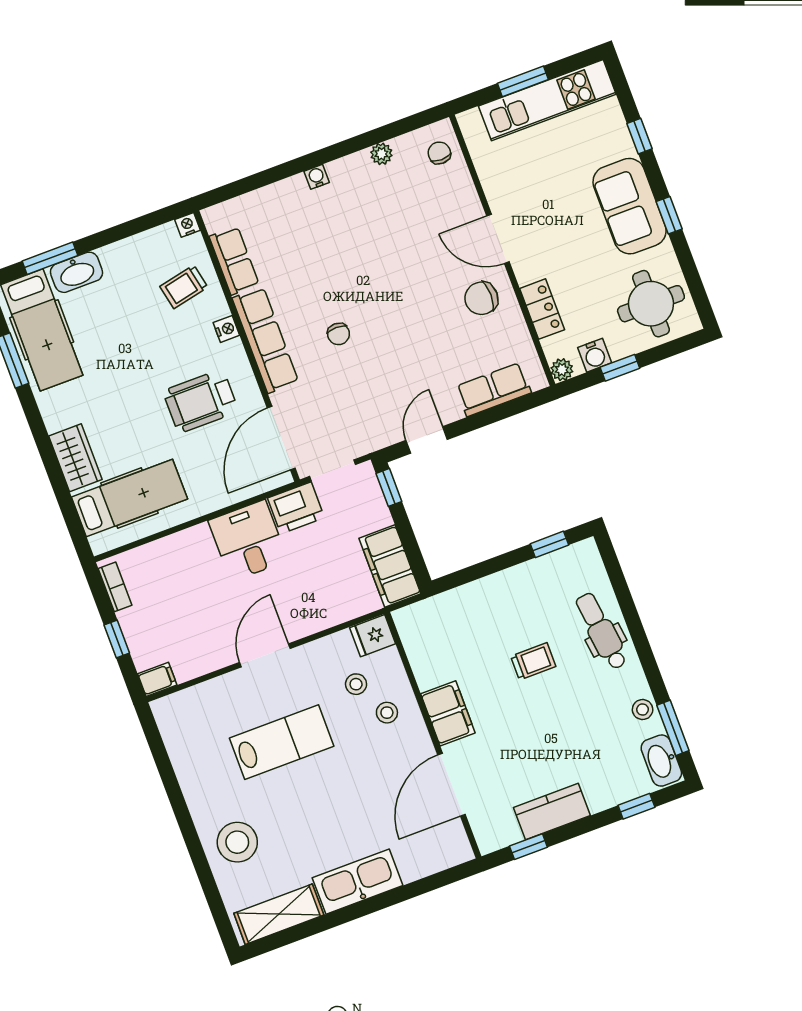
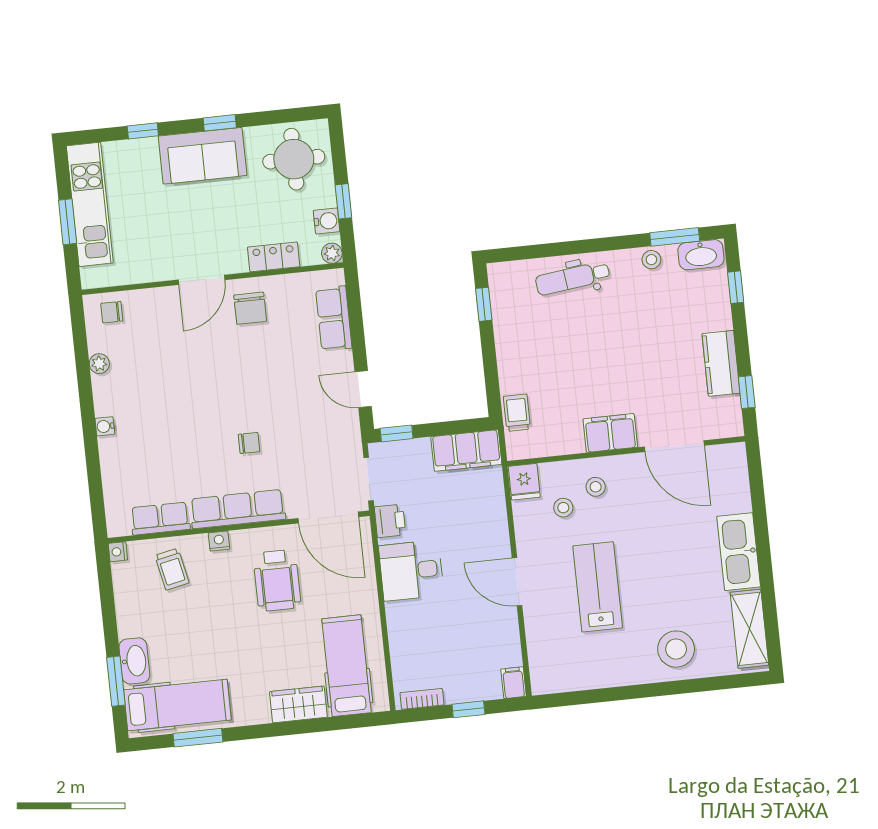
printer: (296, 508) -> (390, 521), width x0.73, depth x0.81
trolley: (533, 661) -> (517, 413), moved

